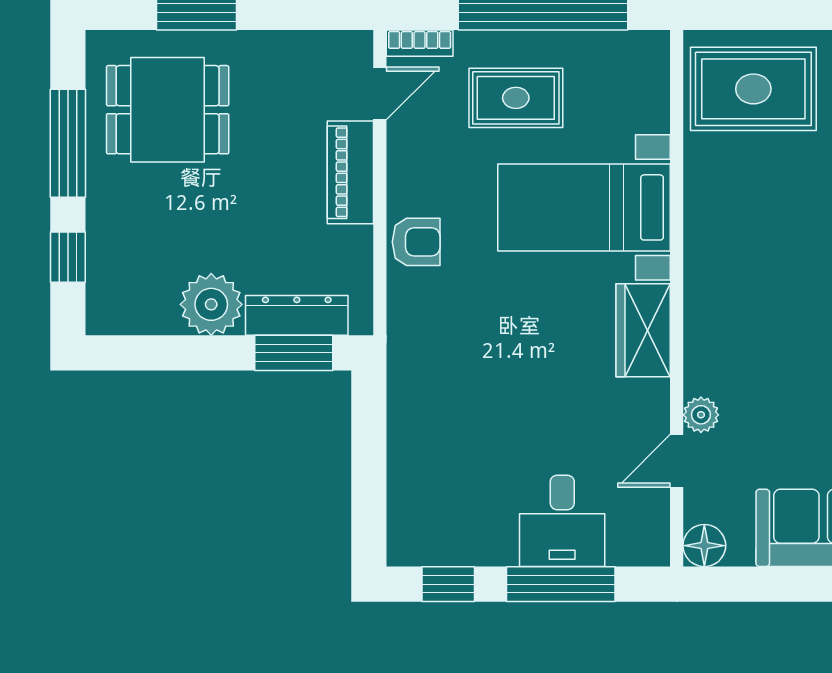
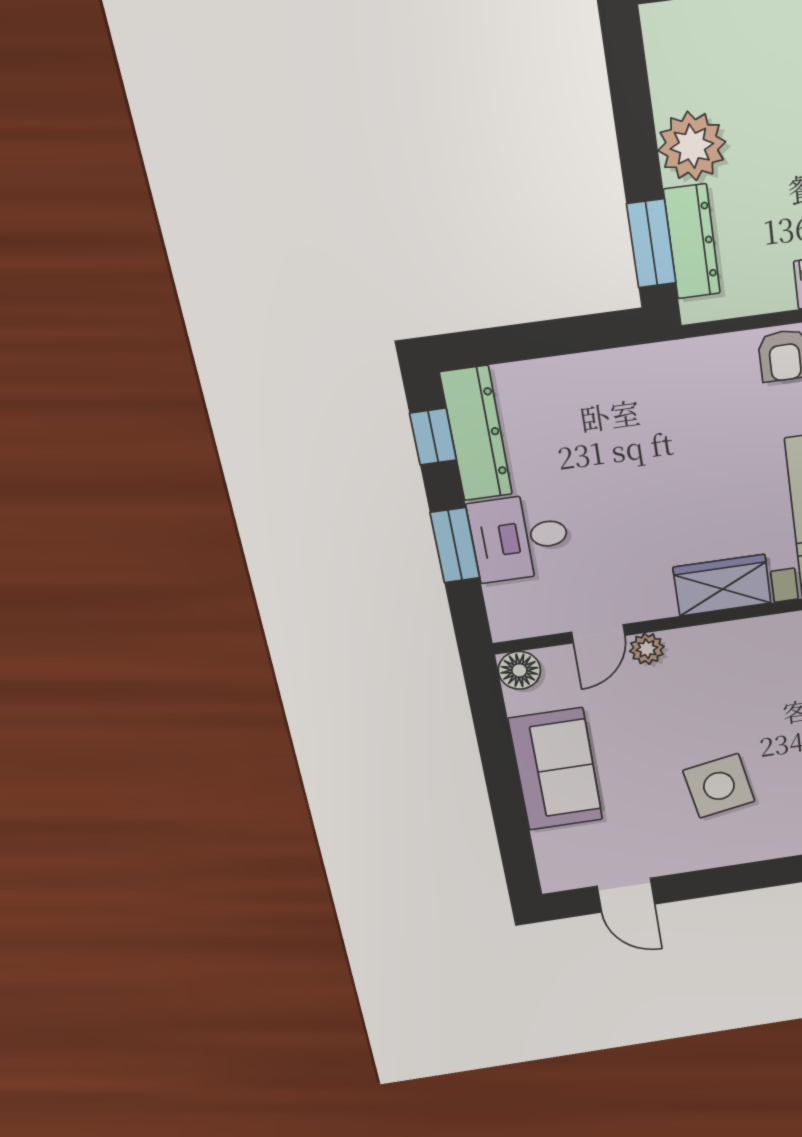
door: (677, 461) -> (598, 634), swing flipped
dresser: (451, 544) -> (476, 434), added
window: (561, 584) -> (455, 545), width x0.69

